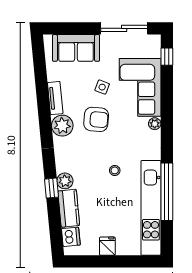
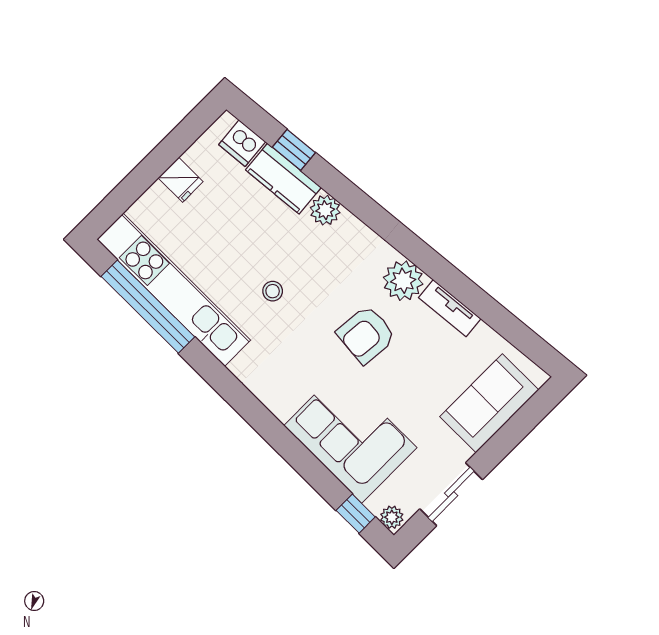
sliding door: (124, 28) -> (451, 494), width x0.73
side table: (102, 87) -> (402, 386), removed
plant: (155, 124) -> (392, 517), moved
window: (51, 188) -> (294, 150), moved
window: (167, 192) -> (148, 307), moved

